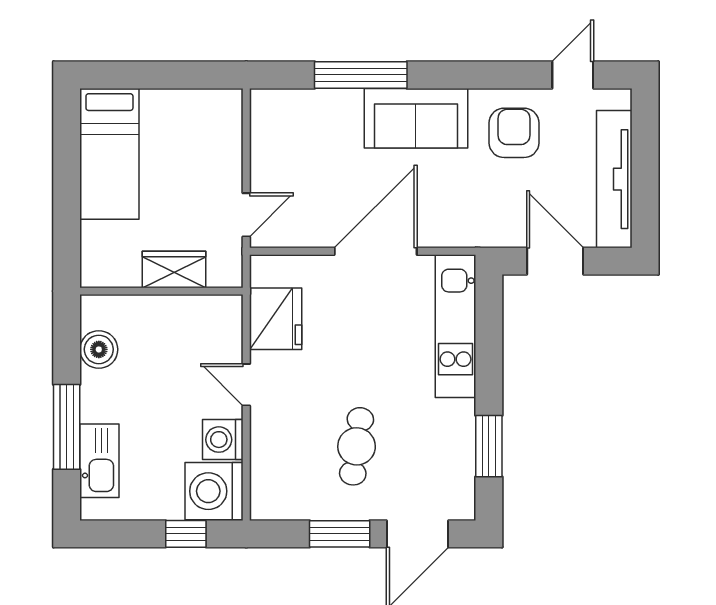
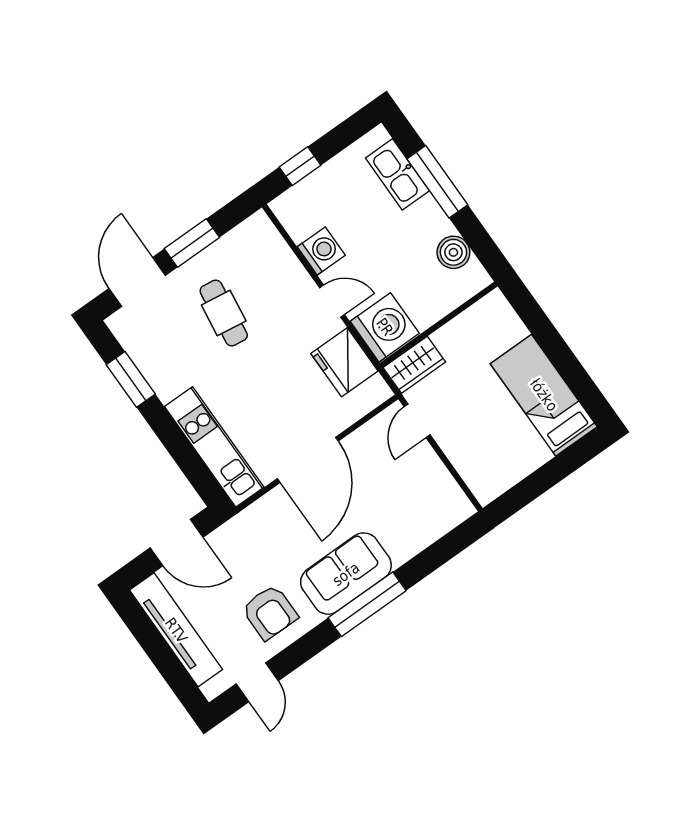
window: (361, 75) -> (367, 604), moved
wardrobe: (174, 269) -> (414, 365), moved
washing machine: (214, 491) -> (385, 327), moved

